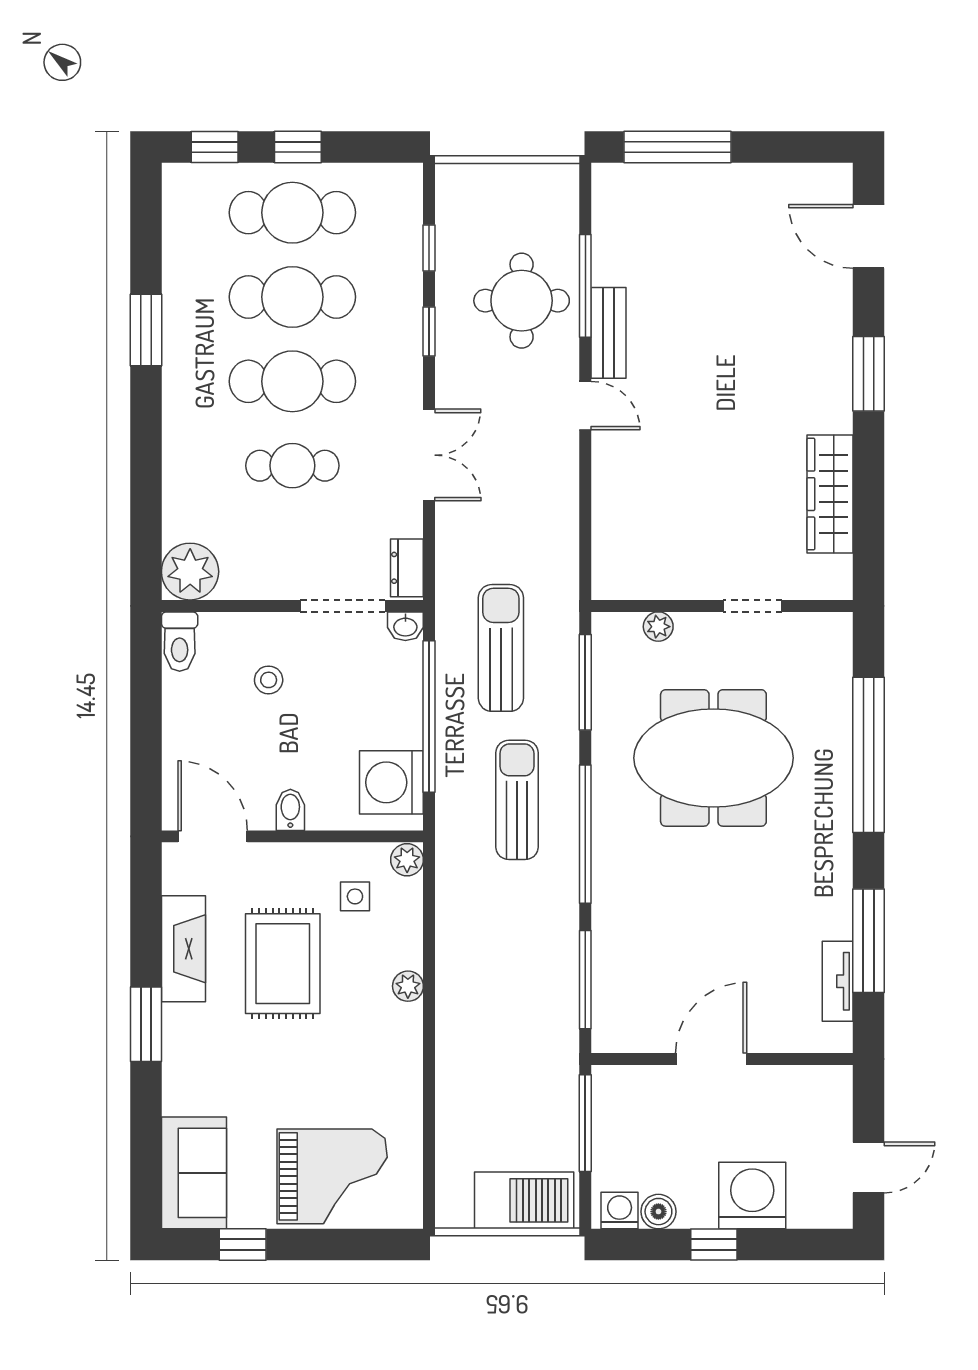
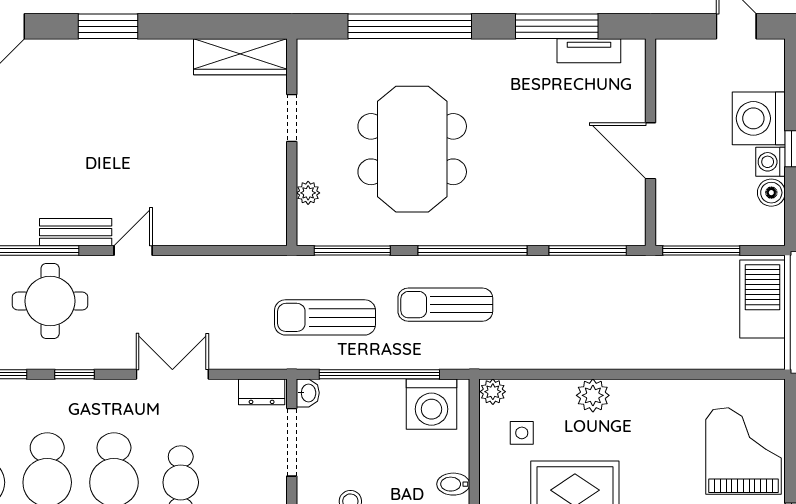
wardrobe: (830, 494) -> (240, 57), moved
plant: (408, 986) -> (593, 395), width x1.38, depth x1.38
washing machine: (620, 1211) -> (770, 162), moved

